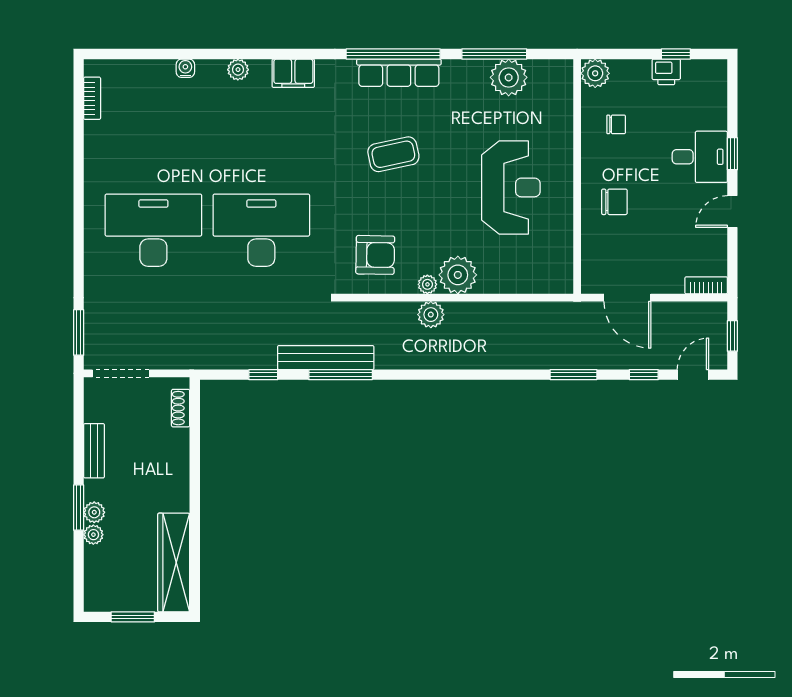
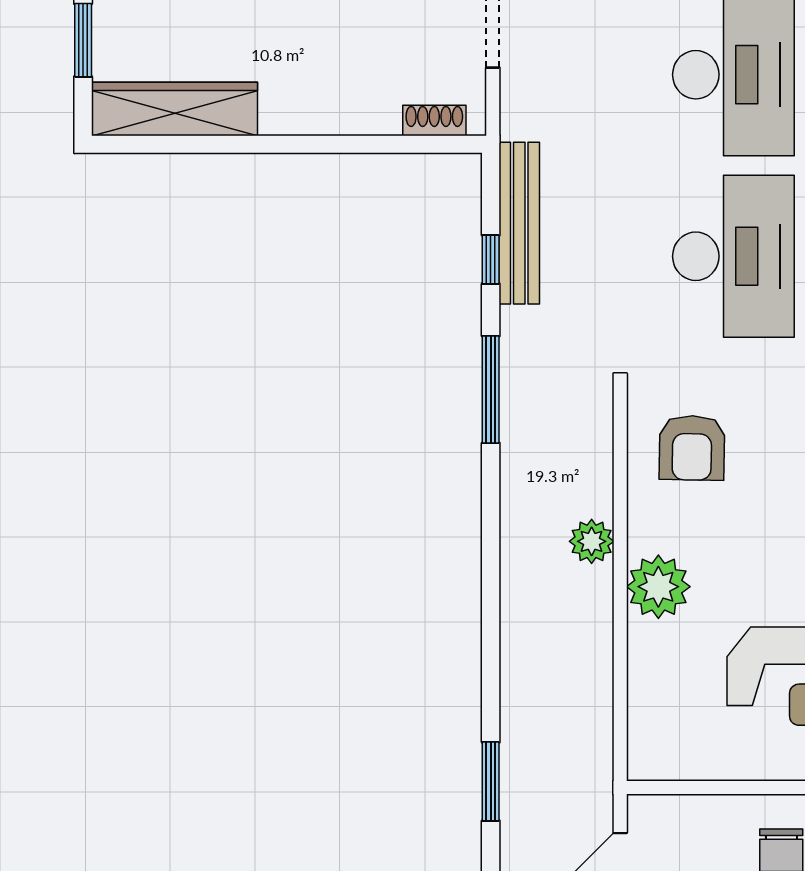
plant: (427, 284) -> (642, 536), removed
bench: (326, 358) -> (519, 223), moved

